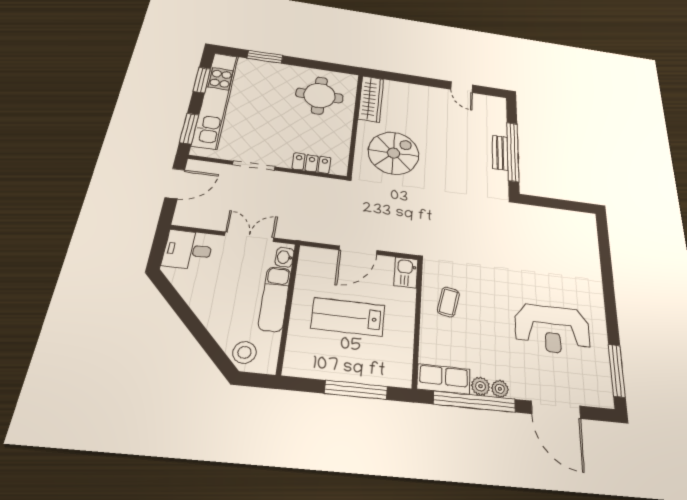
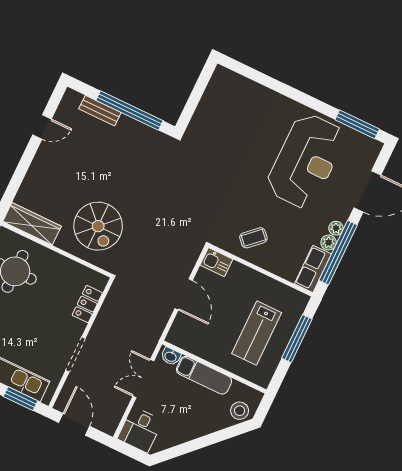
spiral stairs: (393, 153) -> (98, 226), turned 180
bench: (500, 153) -> (100, 111), moved
coffee table: (448, 302) -> (253, 238), turned -54
lab bench: (348, 317) -> (257, 333), moved
reception desk: (552, 329) -> (306, 161), width x1.36, depth x1.30

